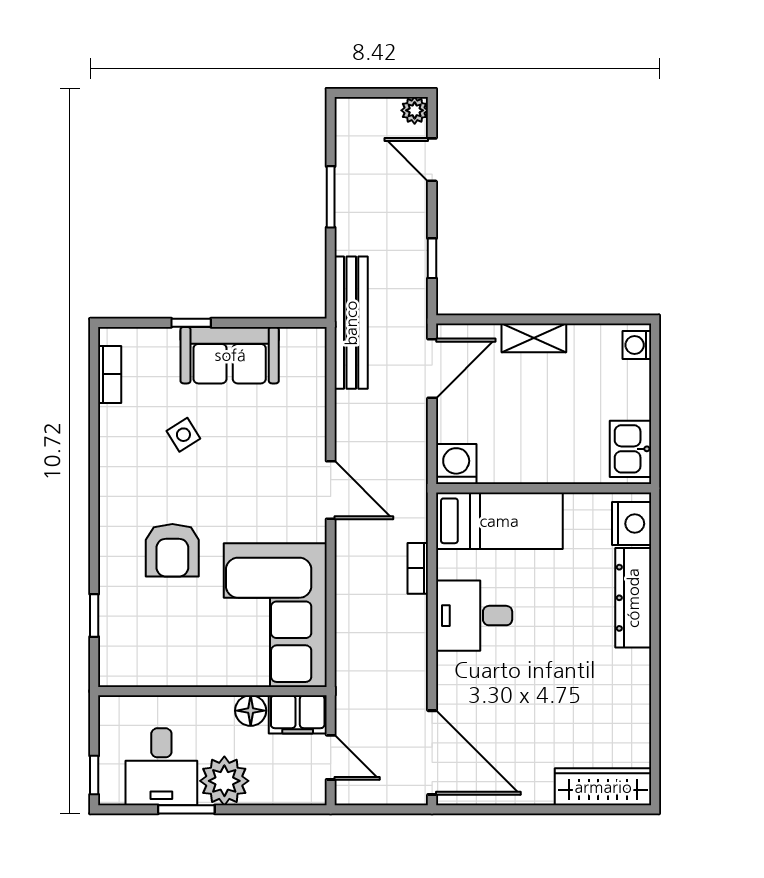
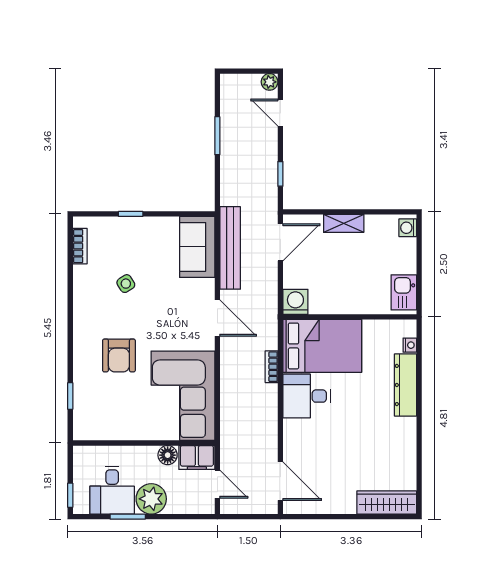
bench: (351, 323) -> (230, 248), moved
sofa: (230, 355) -> (197, 247), moved, turned 90
bed: (499, 521) -> (322, 346), width x1.50
nightstand: (632, 524) -> (410, 345), width x0.53, depth x0.56
door: (432, 753) -> (280, 481), width x0.73

